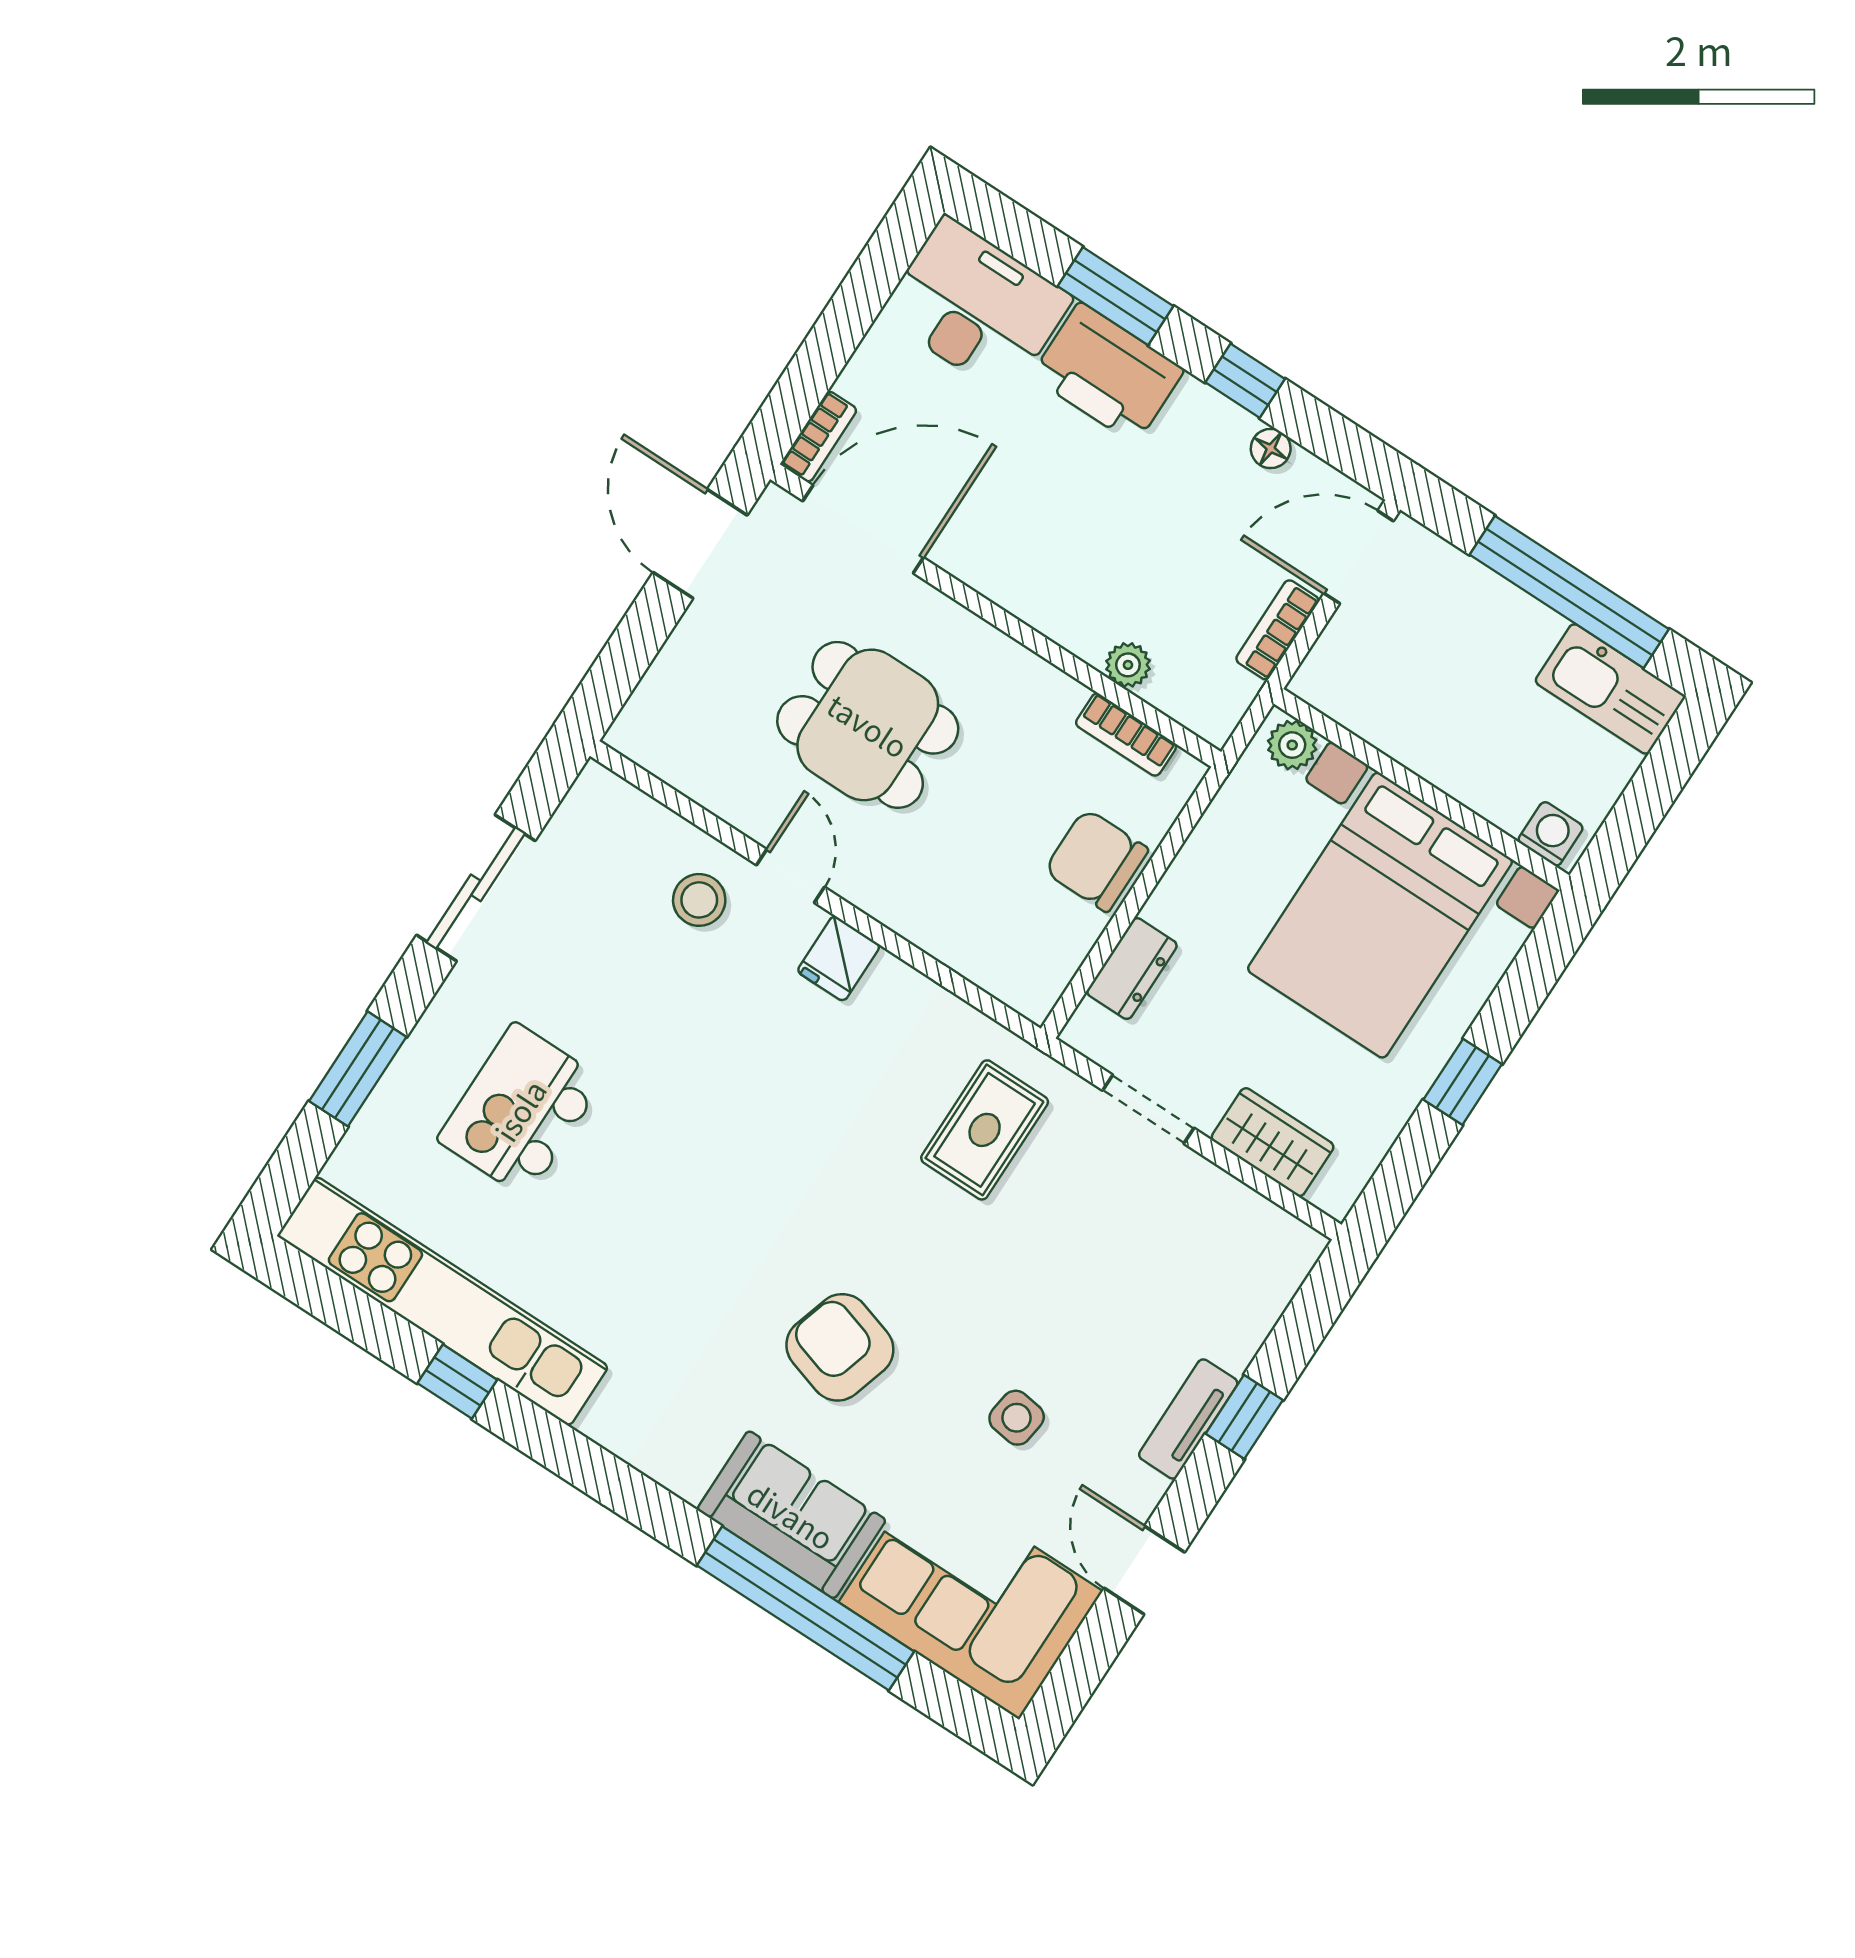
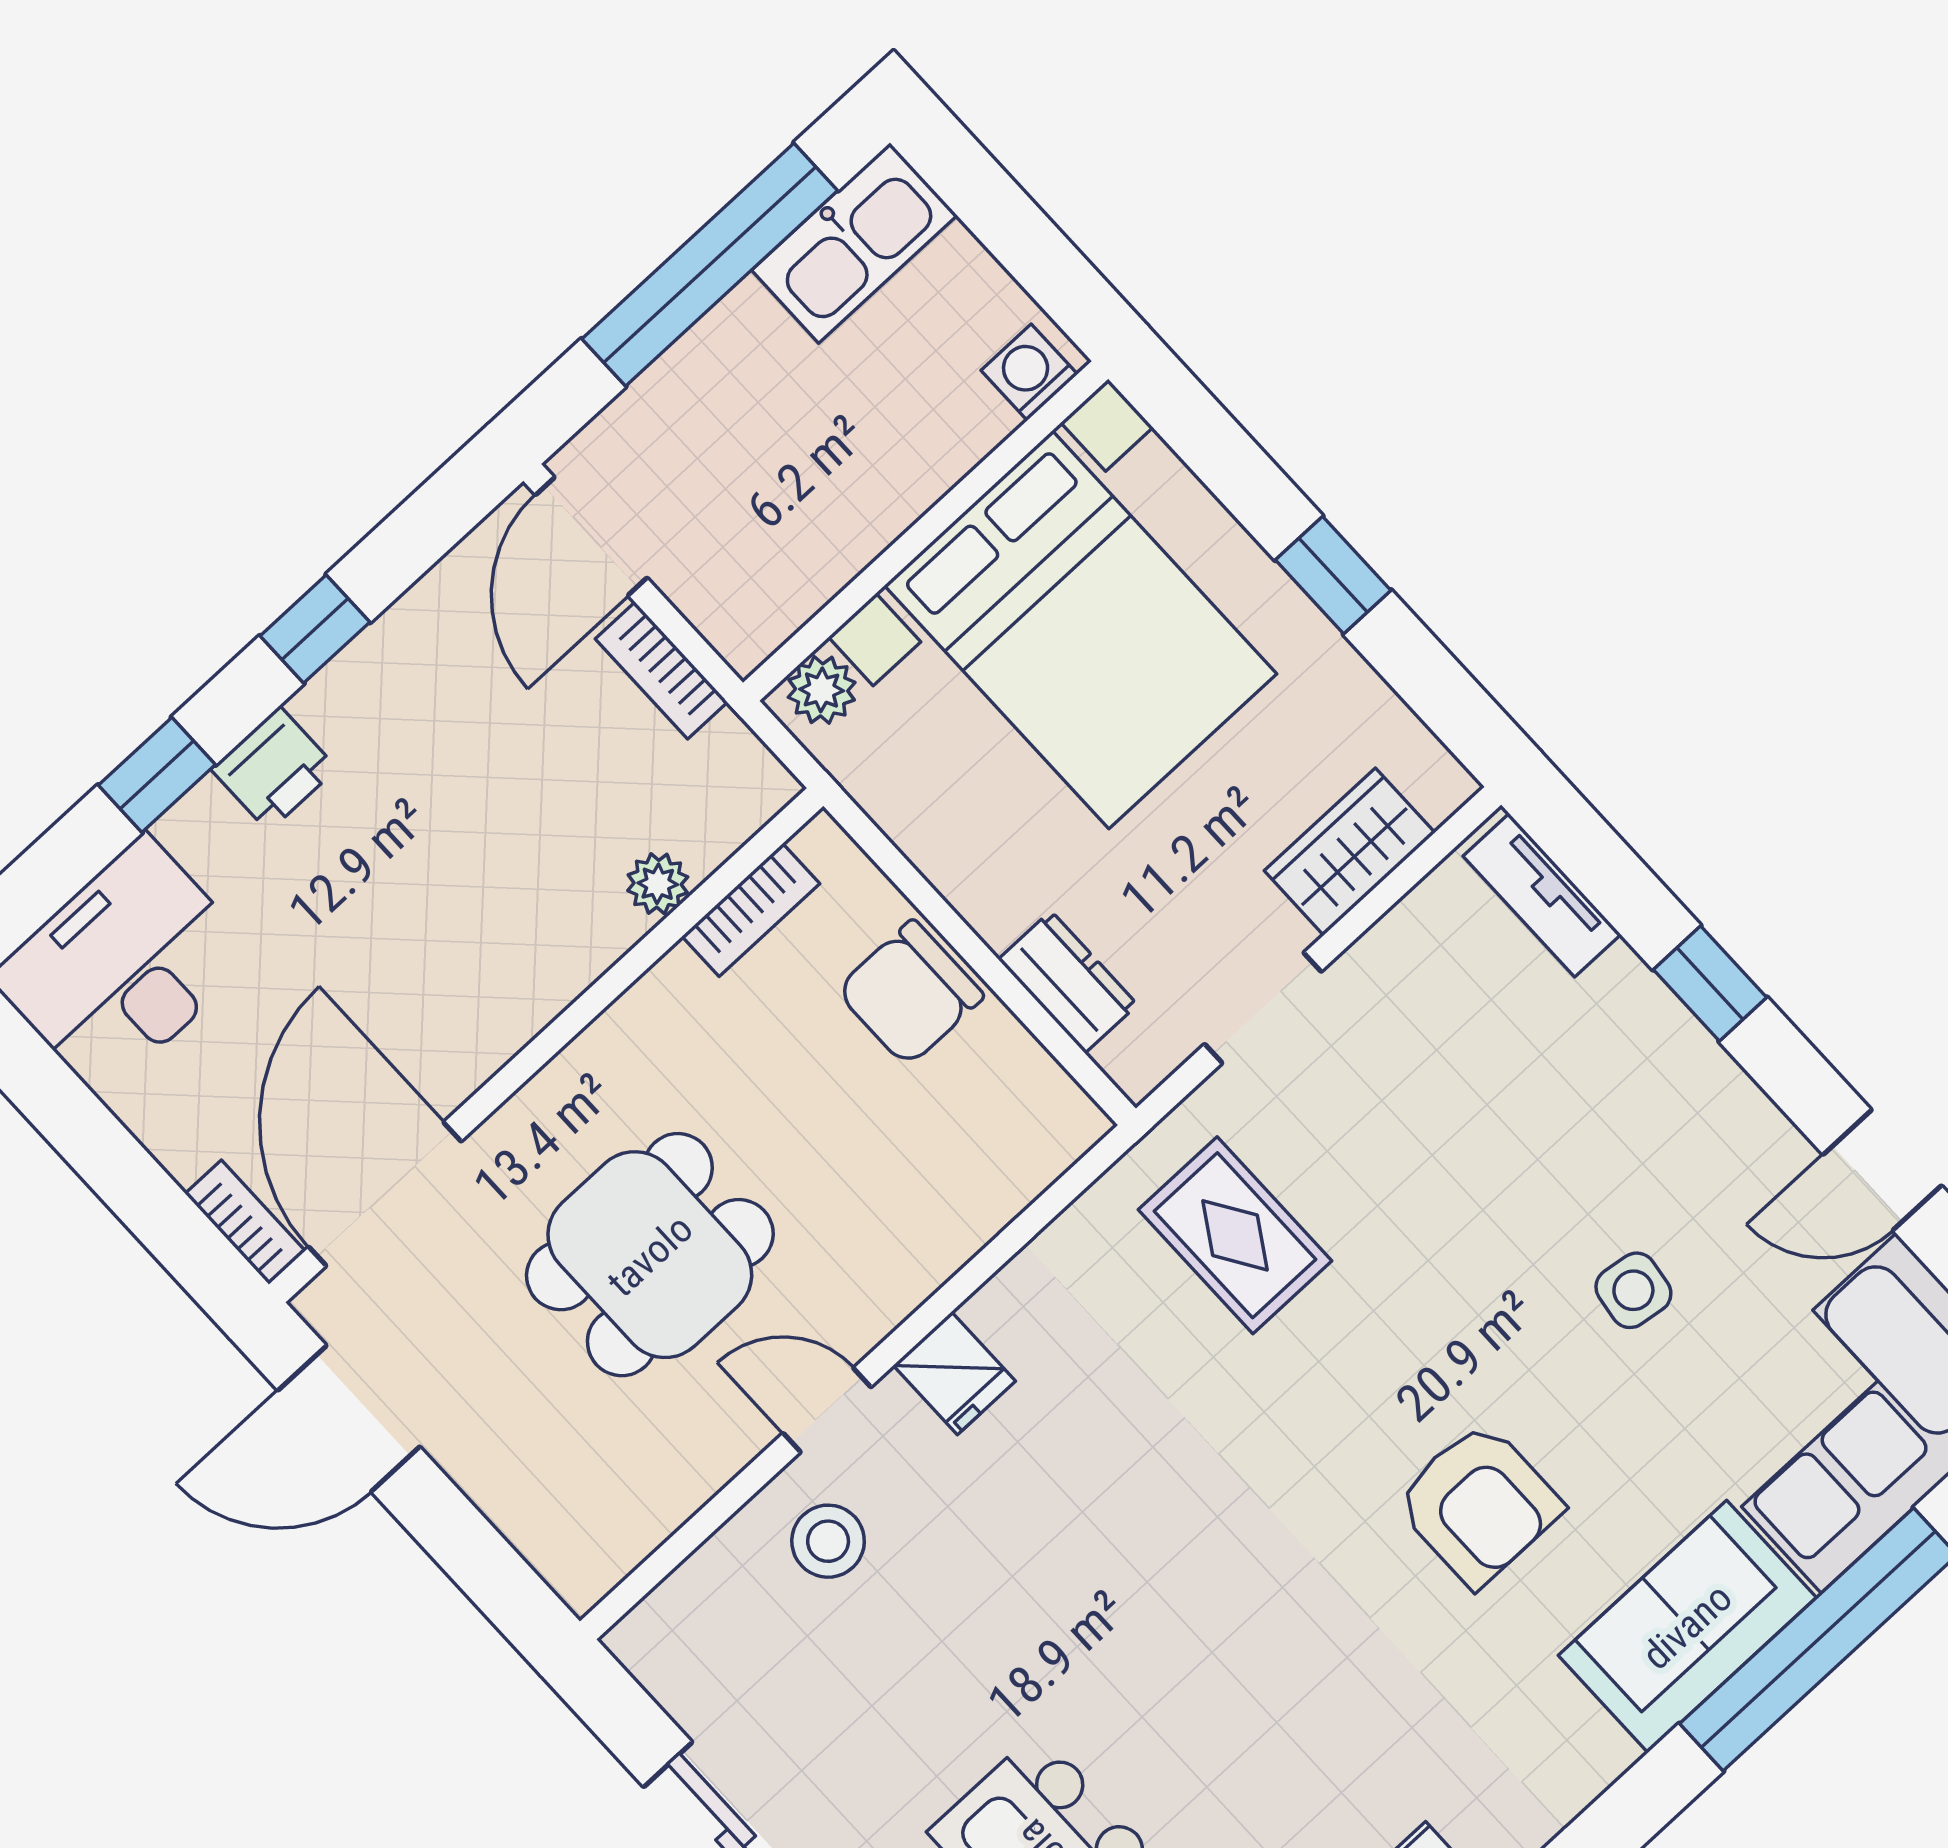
window: (1116, 296) -> (157, 775), width x0.67
printer: (1108, 373) -> (274, 769), width x0.53, depth x0.68
floor lamp: (1271, 449) -> (415, 618), removed
armchair: (840, 1347) -> (1478, 1504), turned -107
tv unit: (1188, 1419) -> (1542, 895), moved

